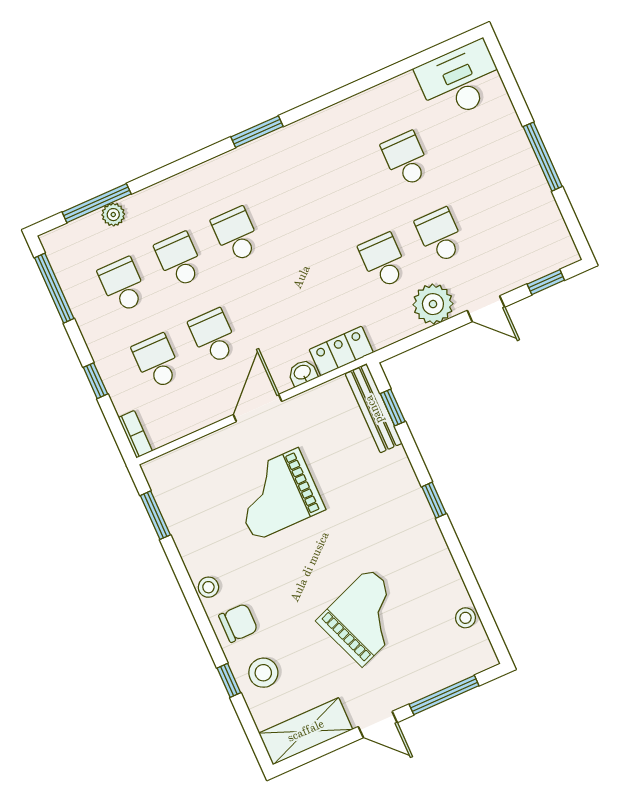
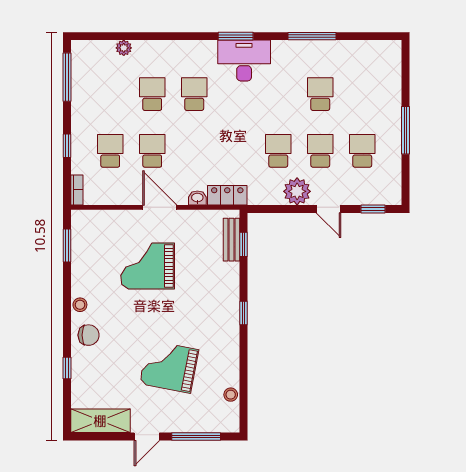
desk: (460, 81) -> (244, 61), moved
window: (97, 203) -> (312, 36), moved
school desk: (123, 285) -> (362, 151), moved
door: (258, 408) -> (160, 207), hinge flipped
bench: (374, 409) -> (231, 240), width x0.73
grand piano: (366, 617) -> (169, 367), turned -148
stool: (263, 673) -> (90, 373), removed
door: (378, 725) -> (147, 436), hinge flipped

